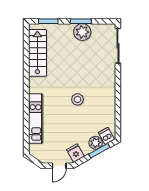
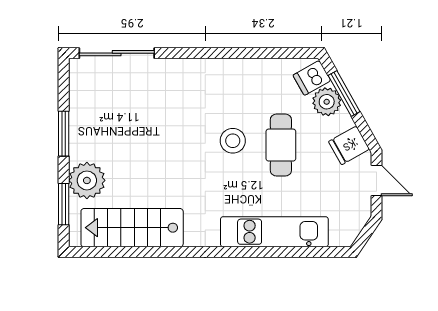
plant: (82, 32) -> (87, 180), moved
cafe table: (76, 122) -> (281, 145), added

